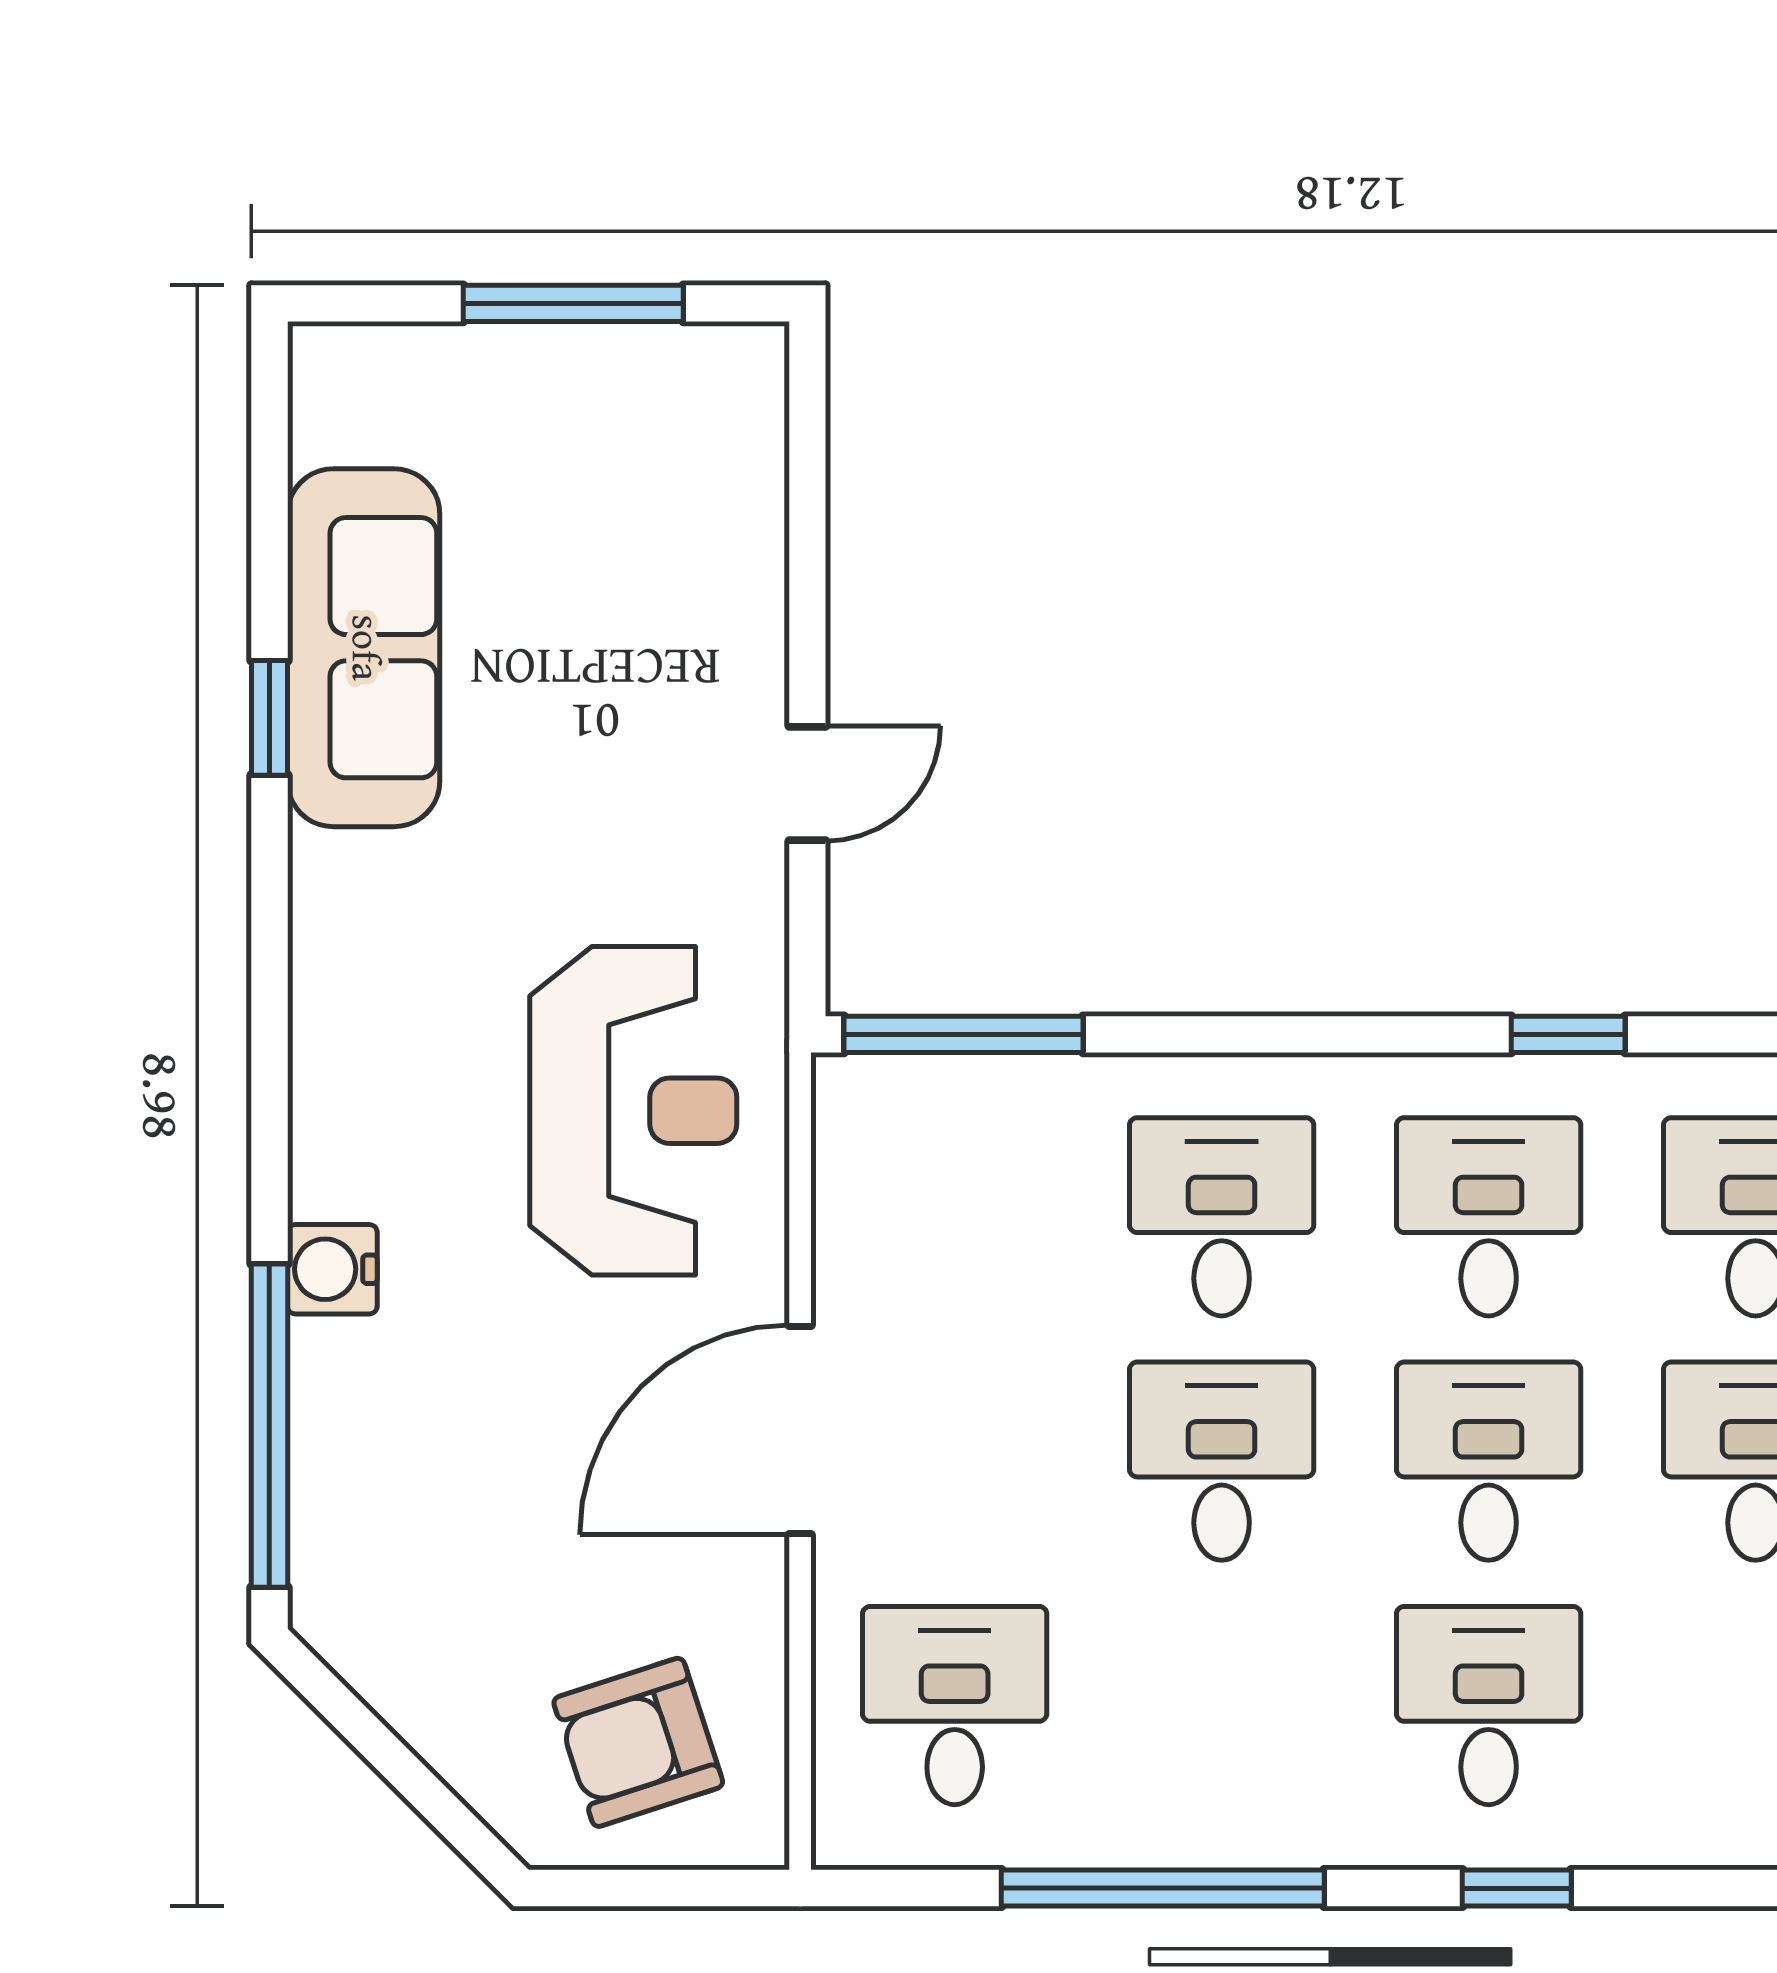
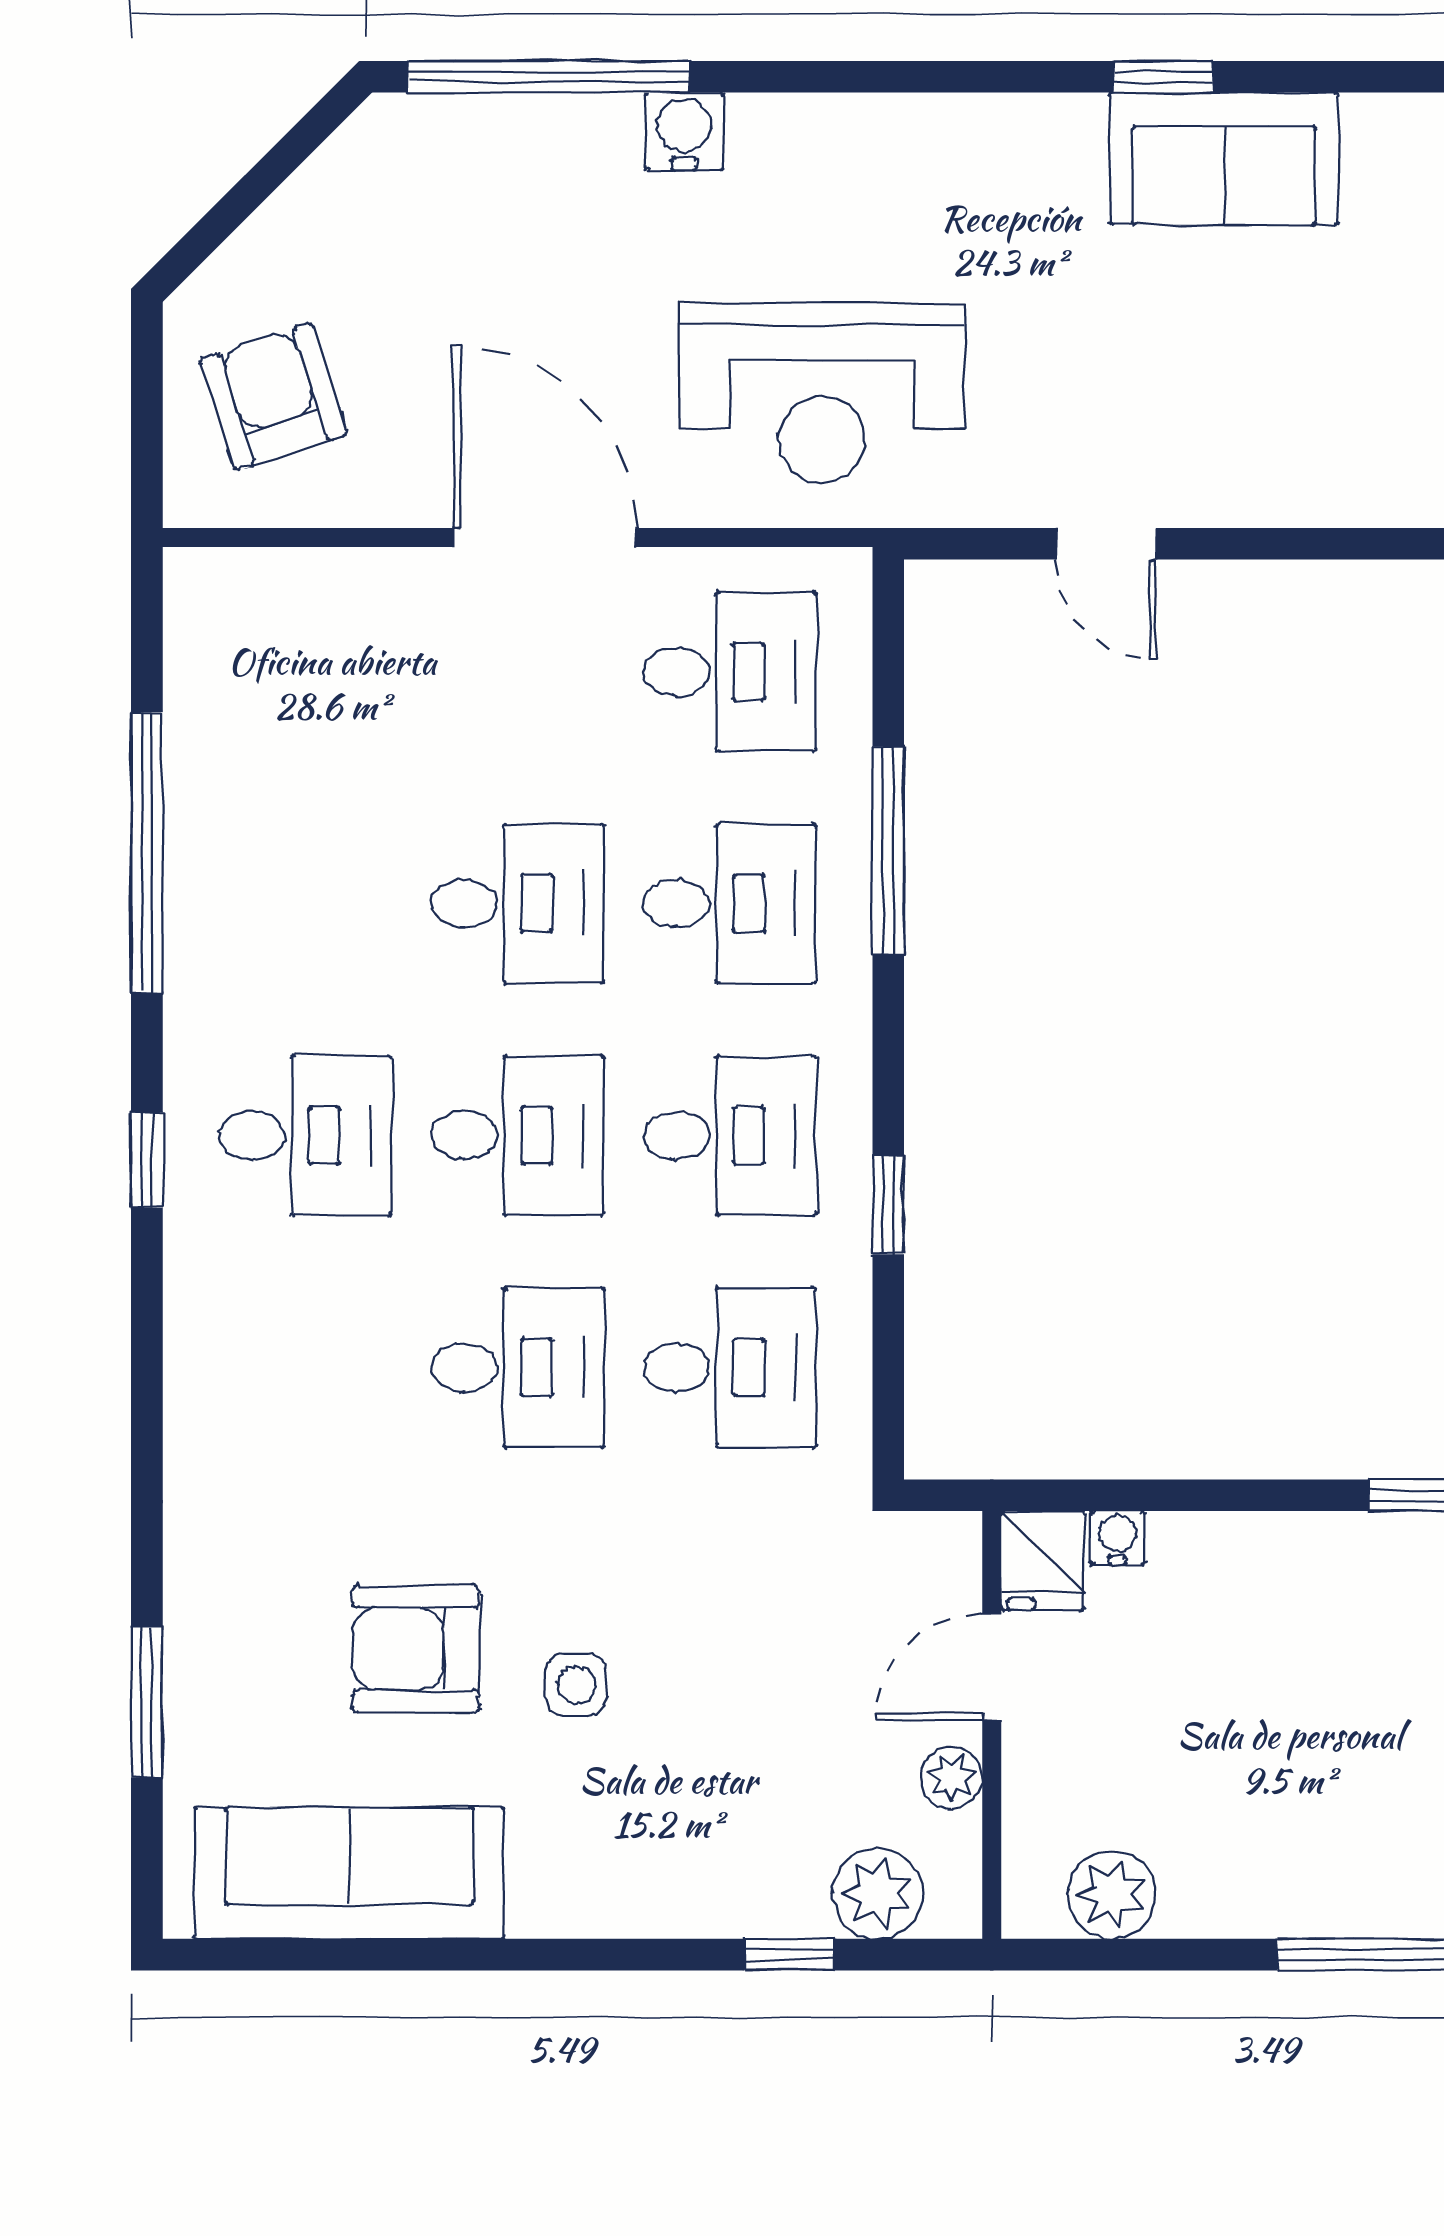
sofa: (364, 648) -> (1224, 158), width x0.73
window: (963, 1034) -> (888, 851), moved
desk: (955, 1706) -> (730, 672), moved

